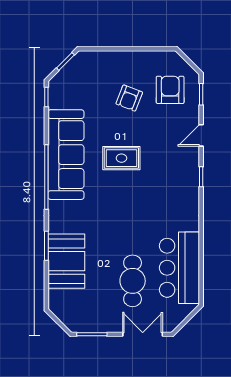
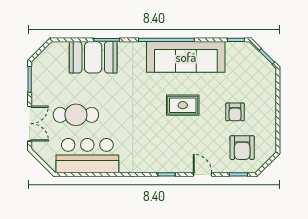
armchair: (170, 90) -> (242, 148), turned 90
armchair: (129, 98) -> (235, 112), turned -111
rug: (121, 158) -> (183, 105), turned 90

